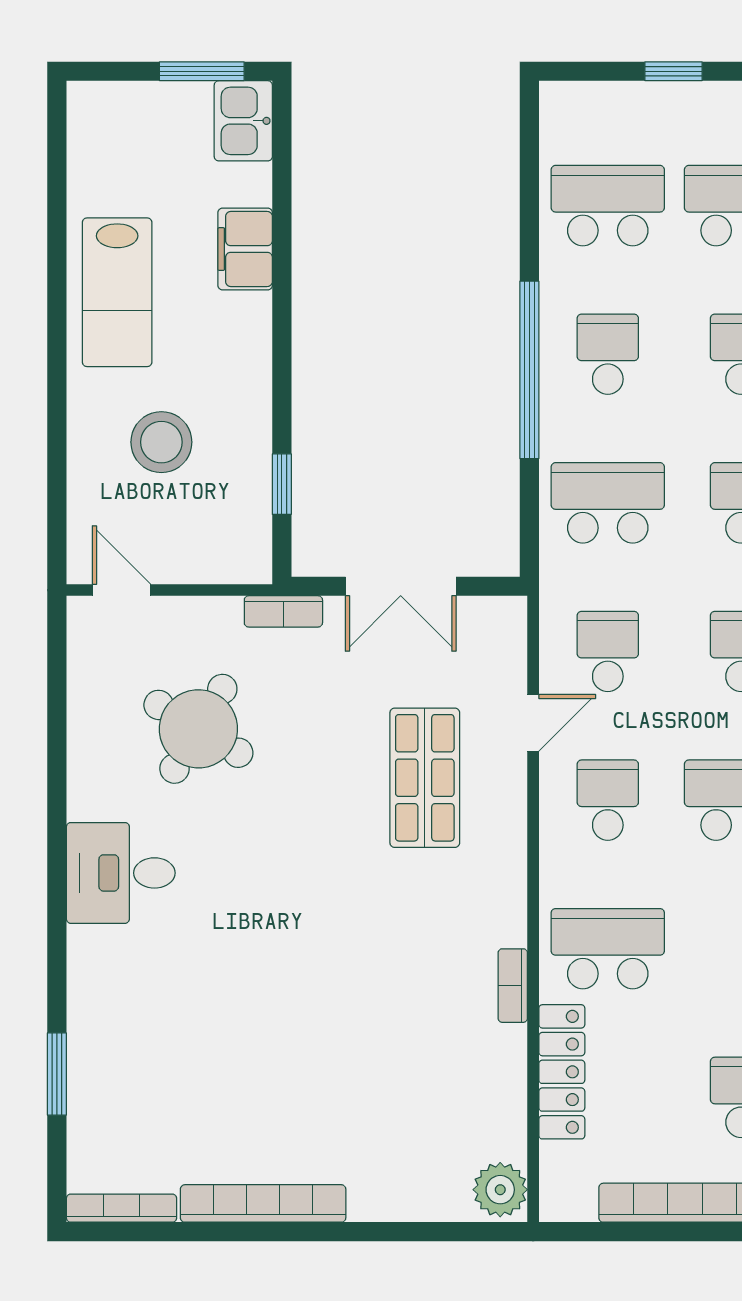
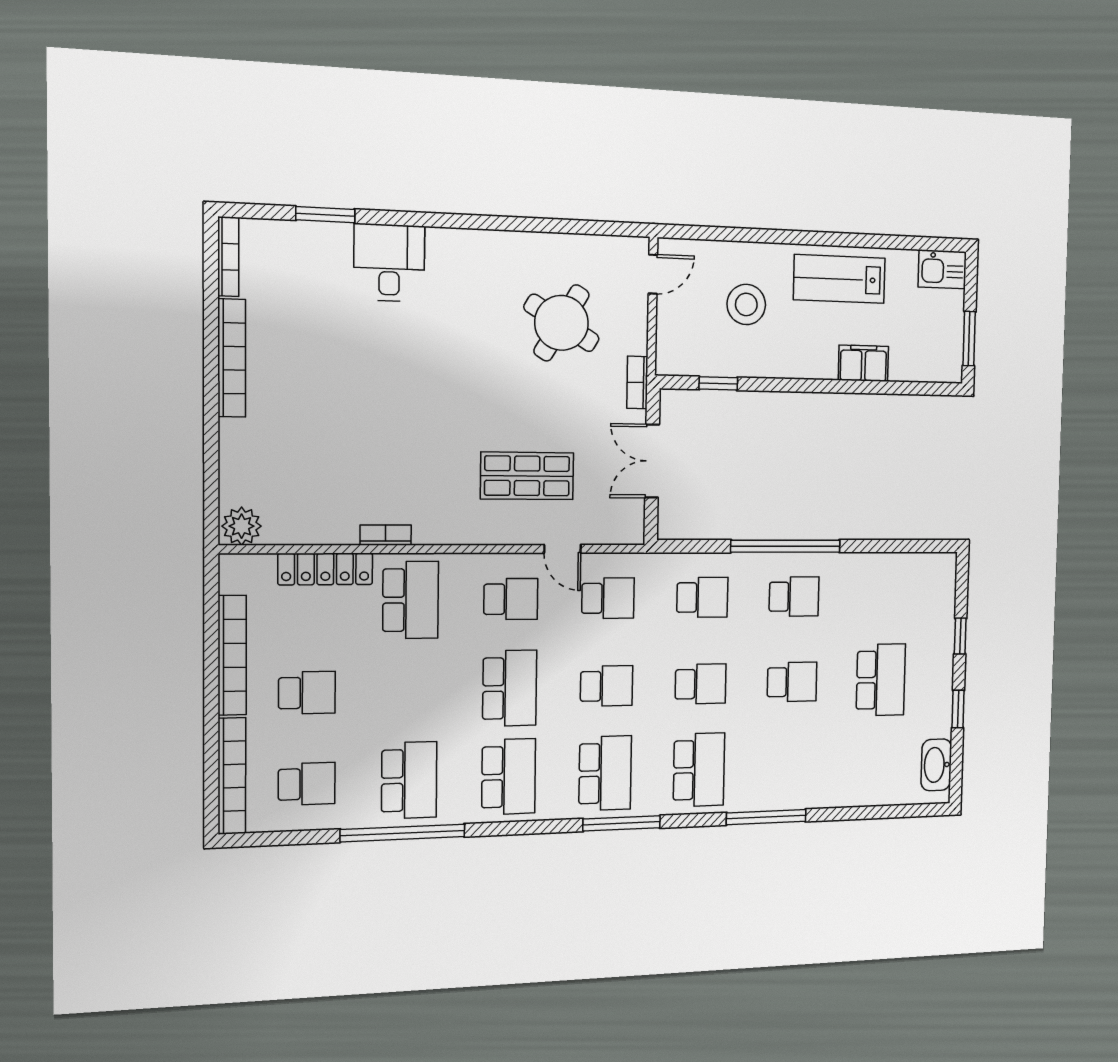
kitchen sink: (243, 121) -> (942, 269), moved, turned 180
school desk: (608, 206) -> (883, 596), removed
school desk: (608, 503) -> (702, 597), width x0.54
desk: (121, 873) -> (389, 263), moved

